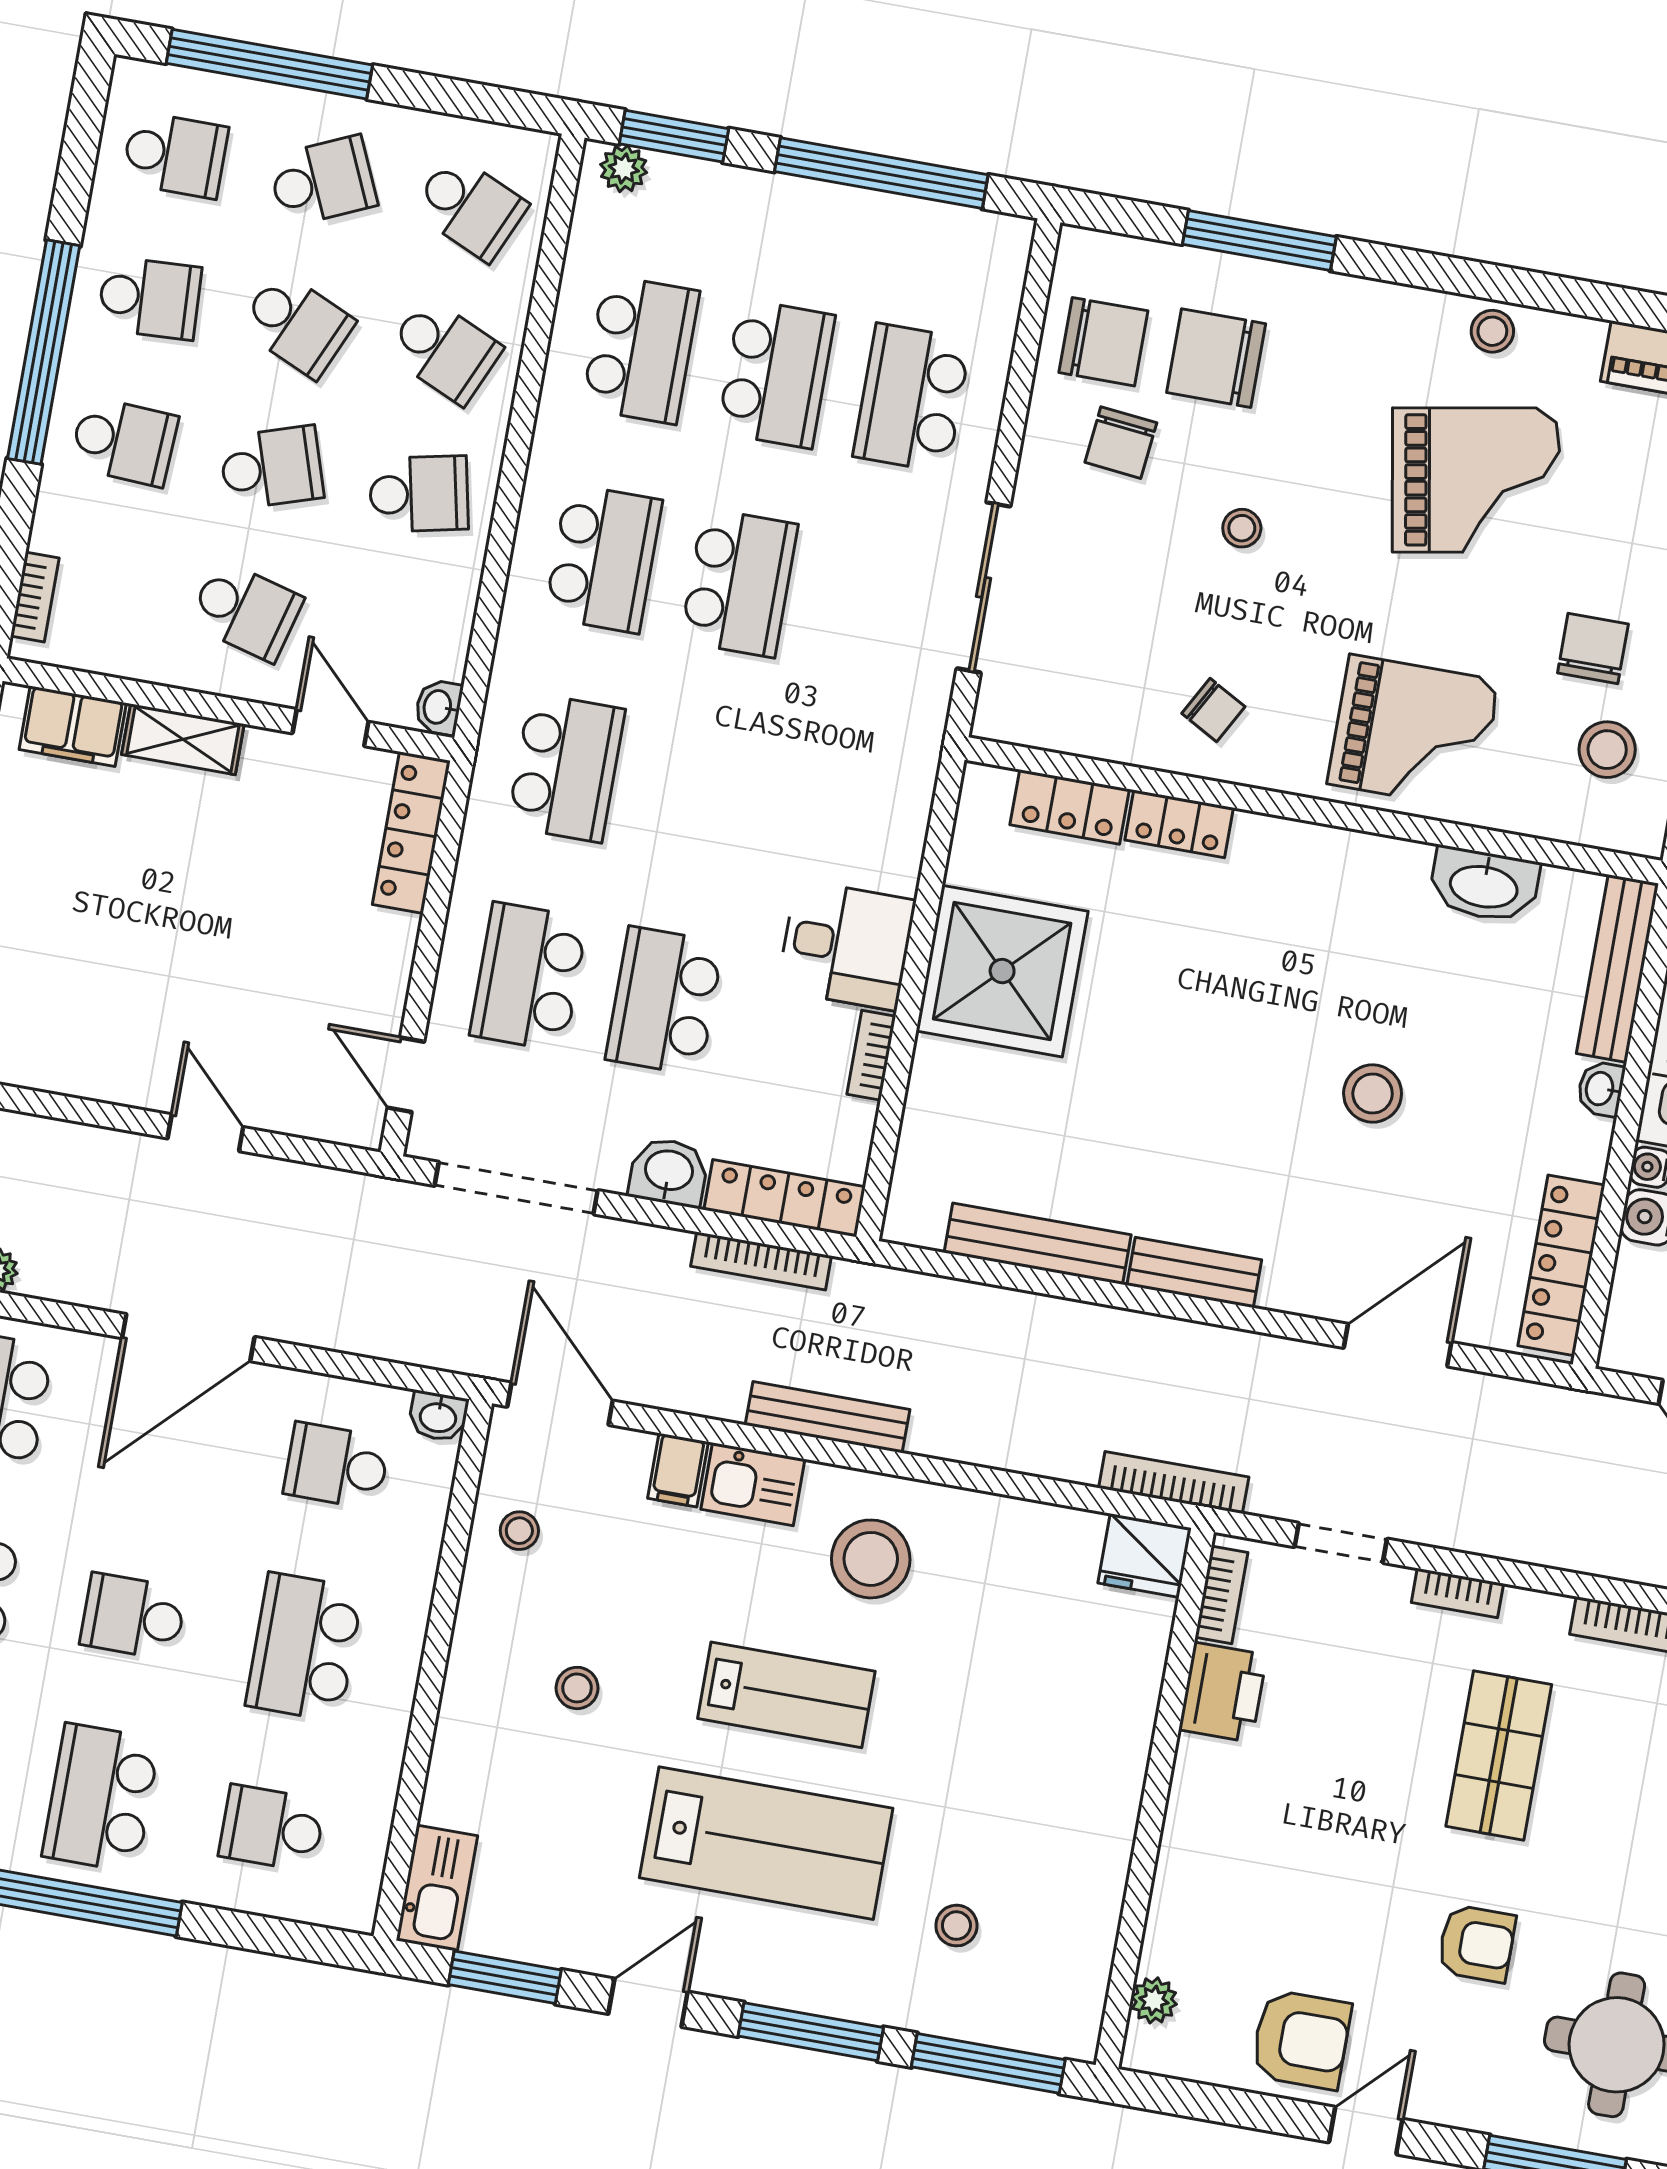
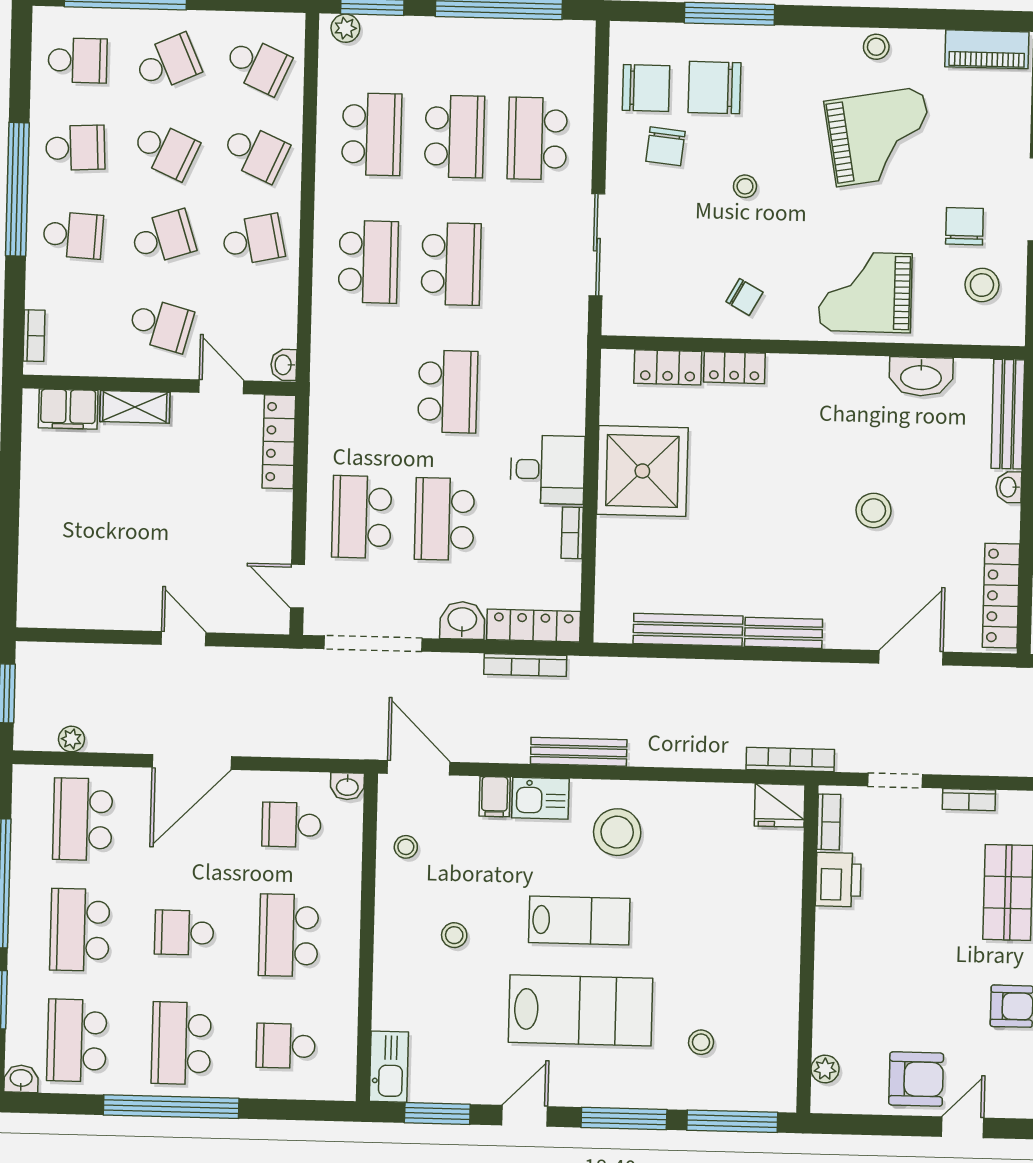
grand piano: (1413, 732) -> (865, 292), turned 180
school desk: (566, 768) -> (448, 392), moved

